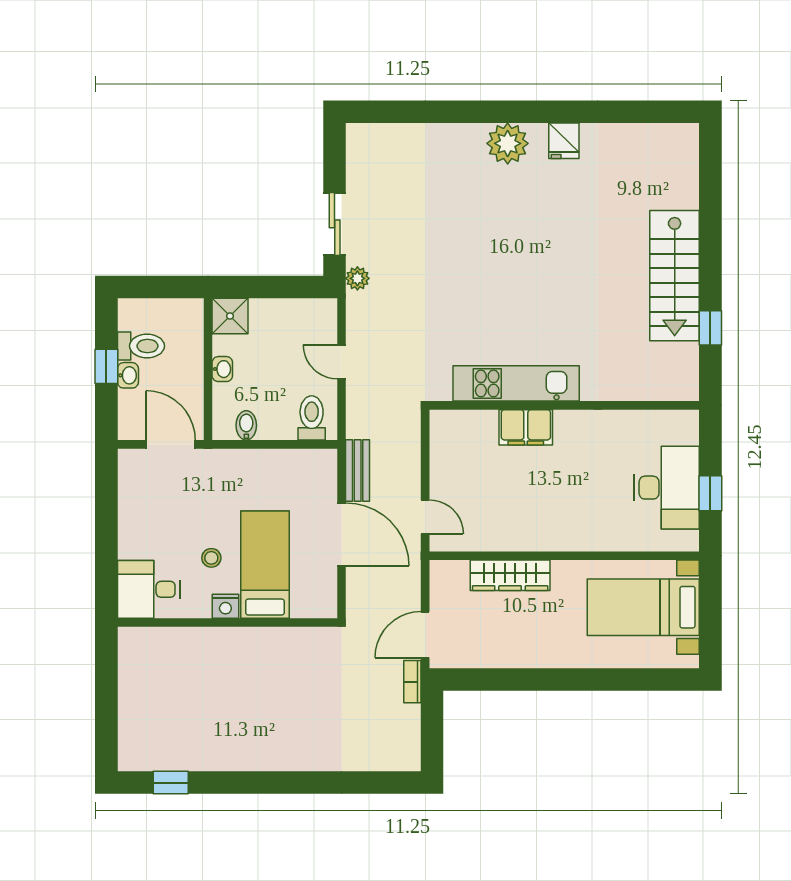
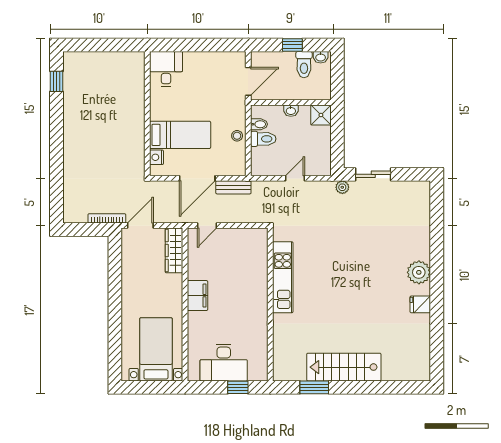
window: (710, 328) -> (314, 387), width x1.50
washbasin: (128, 375) -> (321, 57), moved
toilet: (312, 418) -> (263, 139), moved
filing cabinet: (526, 427) -> (198, 296), moved, turned 180
window: (710, 493) -> (238, 387), moved
stool: (211, 558) -> (237, 136), moved
wardrobe: (510, 575) -> (174, 250), moved
nightstand: (225, 606) -> (156, 157), moved
door: (425, 635) -> (140, 226), hinge flipped
bookcase: (412, 682) -> (107, 218), width x1.56

